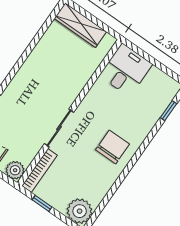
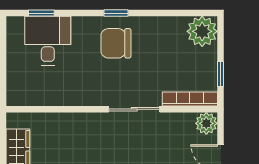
desk: (126, 70) -> (48, 41), moved, turned 90
window: (133, 161) -> (116, 13), added

